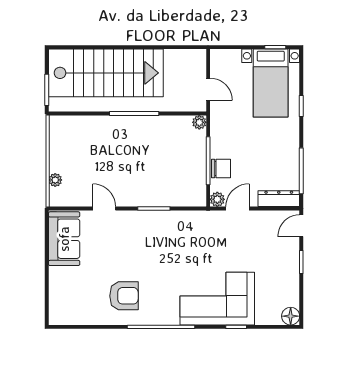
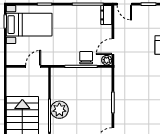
plant: (199, 122) -> (59, 110), moved, width x1.88, depth x1.88
dresser: (279, 199) -> (106, 15), width x0.70
door: (238, 209) -> (113, 47), hinge flipped

